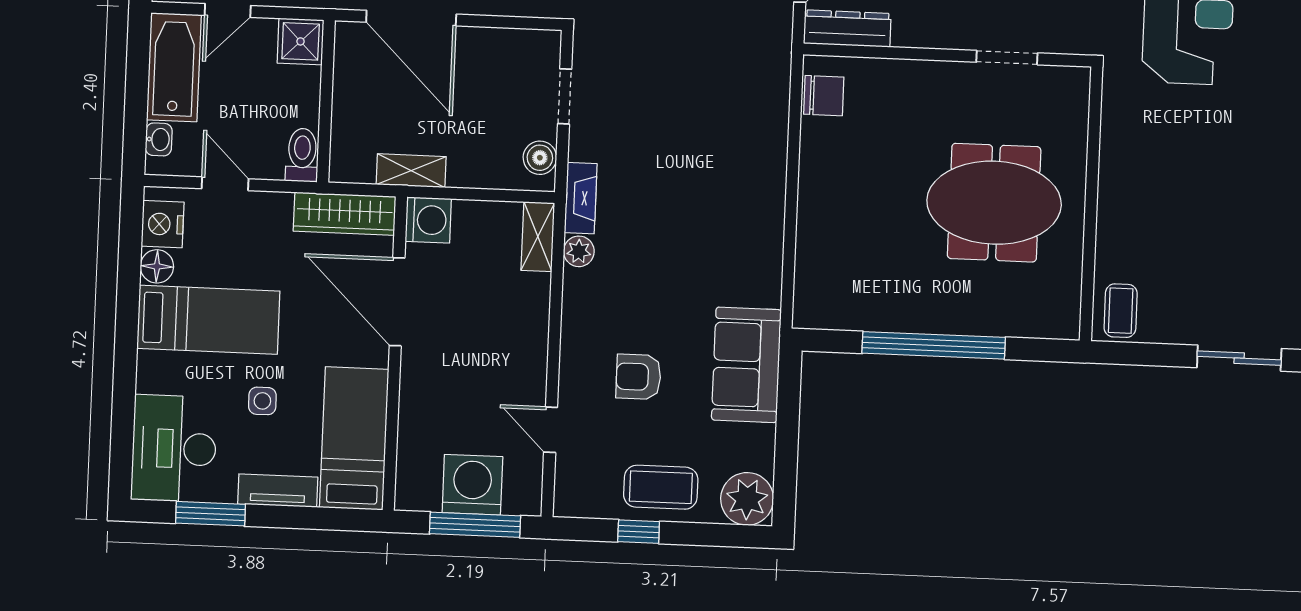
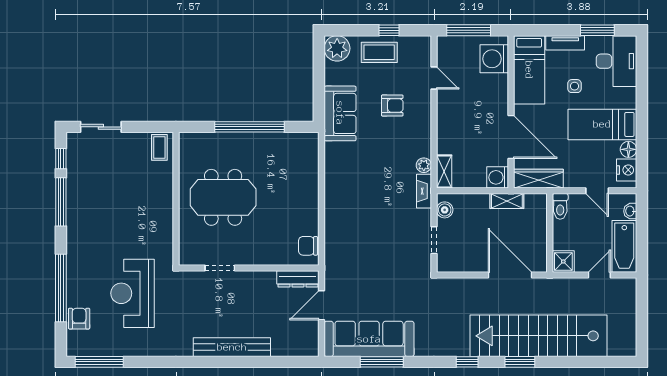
washing machine: (472, 485) -> (494, 59), moved, turned 90

